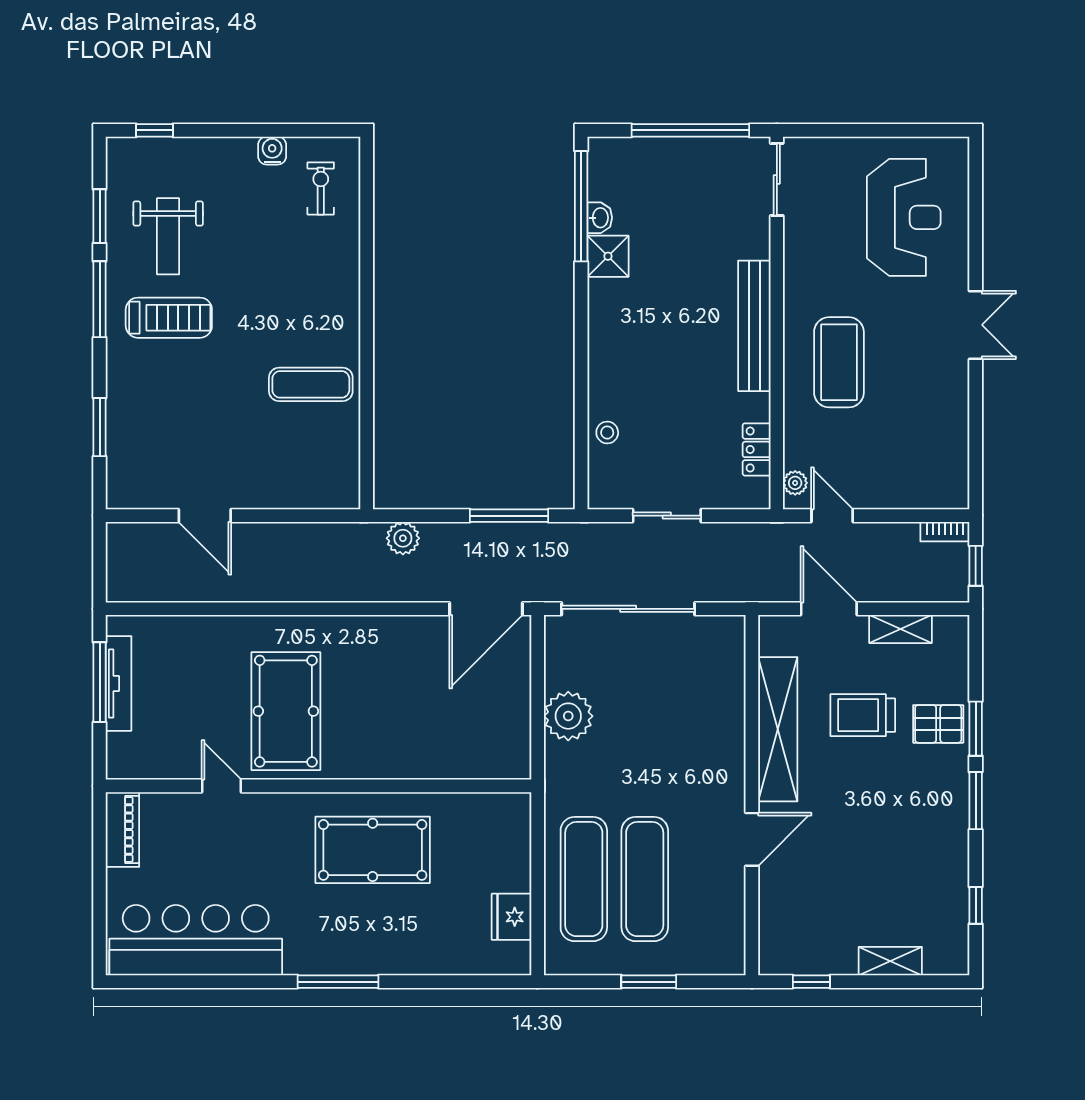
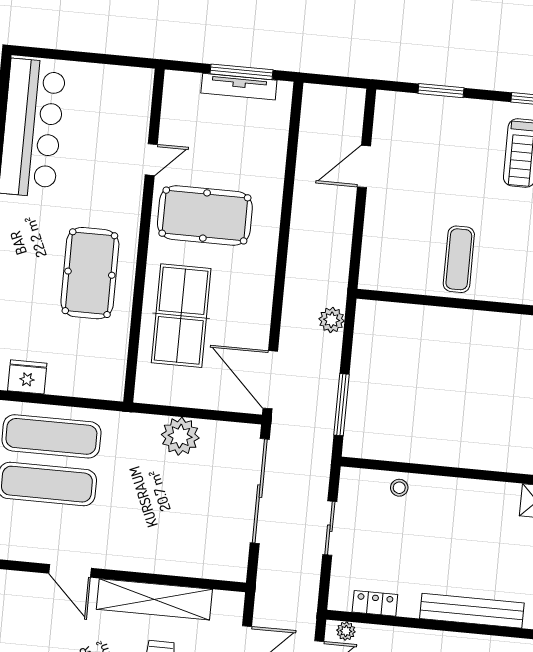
table tennis table: (415, 729) -> (181, 316), added
piano: (122, 830) -> (124, 79), removed

